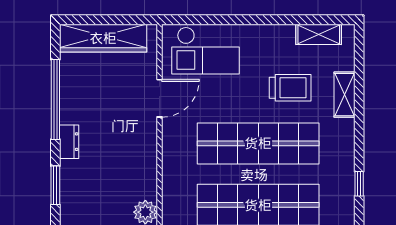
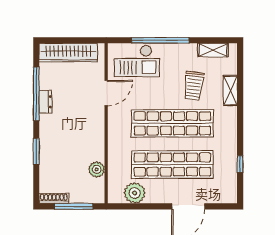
window: (240, 20) -> (160, 40), added
trolley: (290, 88) -> (194, 86), turned 97
dresser: (69, 142) -> (45, 102), moved
window: (359, 184) -> (240, 164), moved

